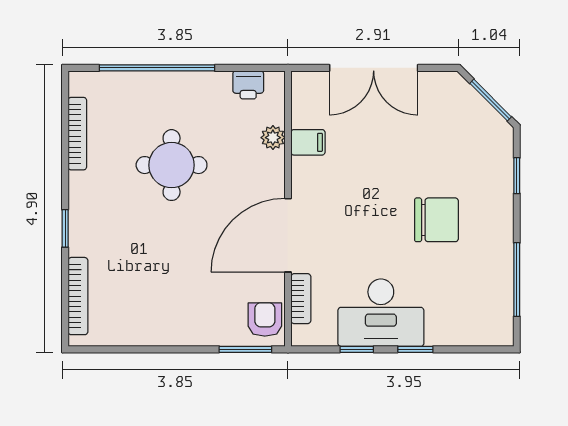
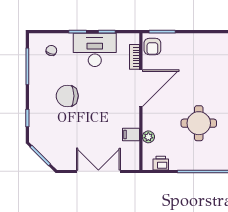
chair: (468, 311) -> (51, 51), added

